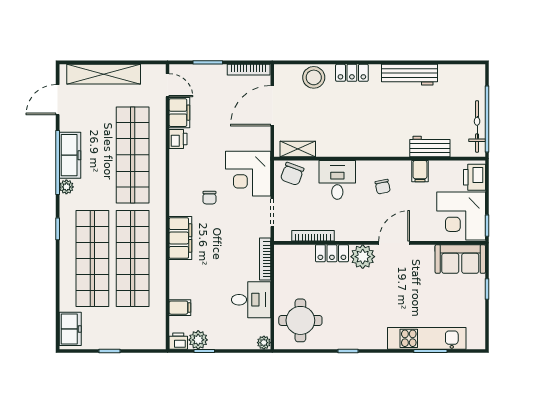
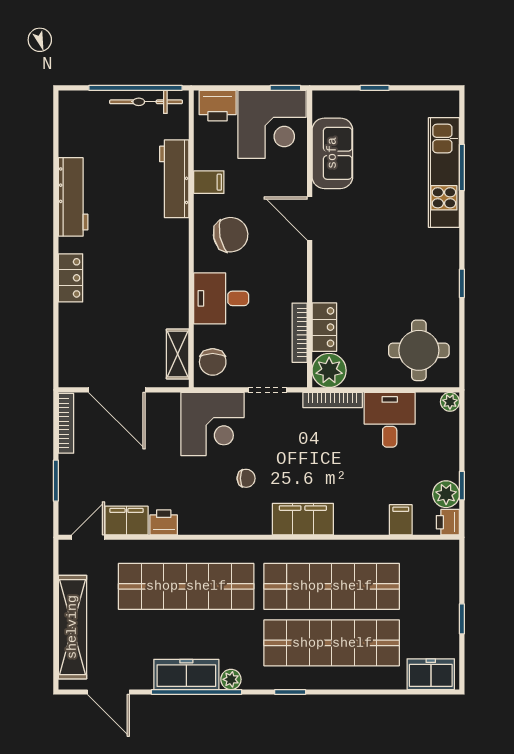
stool: (314, 77) -> (77, 332), removed
workbench: (430, 147) -> (174, 179), width x1.38
chair: (292, 174) -> (213, 362), turned 70
chair: (383, 187) -> (231, 235), width x1.87, depth x1.87
locker: (332, 253) -> (324, 327), moved
plant: (363, 257) -> (329, 370), moved
sofa: (460, 259) -> (332, 153), moved

